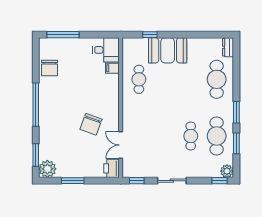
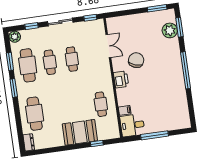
window: (63, 35) -> (155, 135), moved
chair: (49, 68) -> (178, 103), removed
cafe table: (165, 136) -> (72, 59), added
printer: (112, 168) -> (121, 79), moved
plant: (47, 169) -> (170, 30), moved
window: (73, 181) -> (157, 8), moved
window: (219, 181) -> (32, 26), moved

